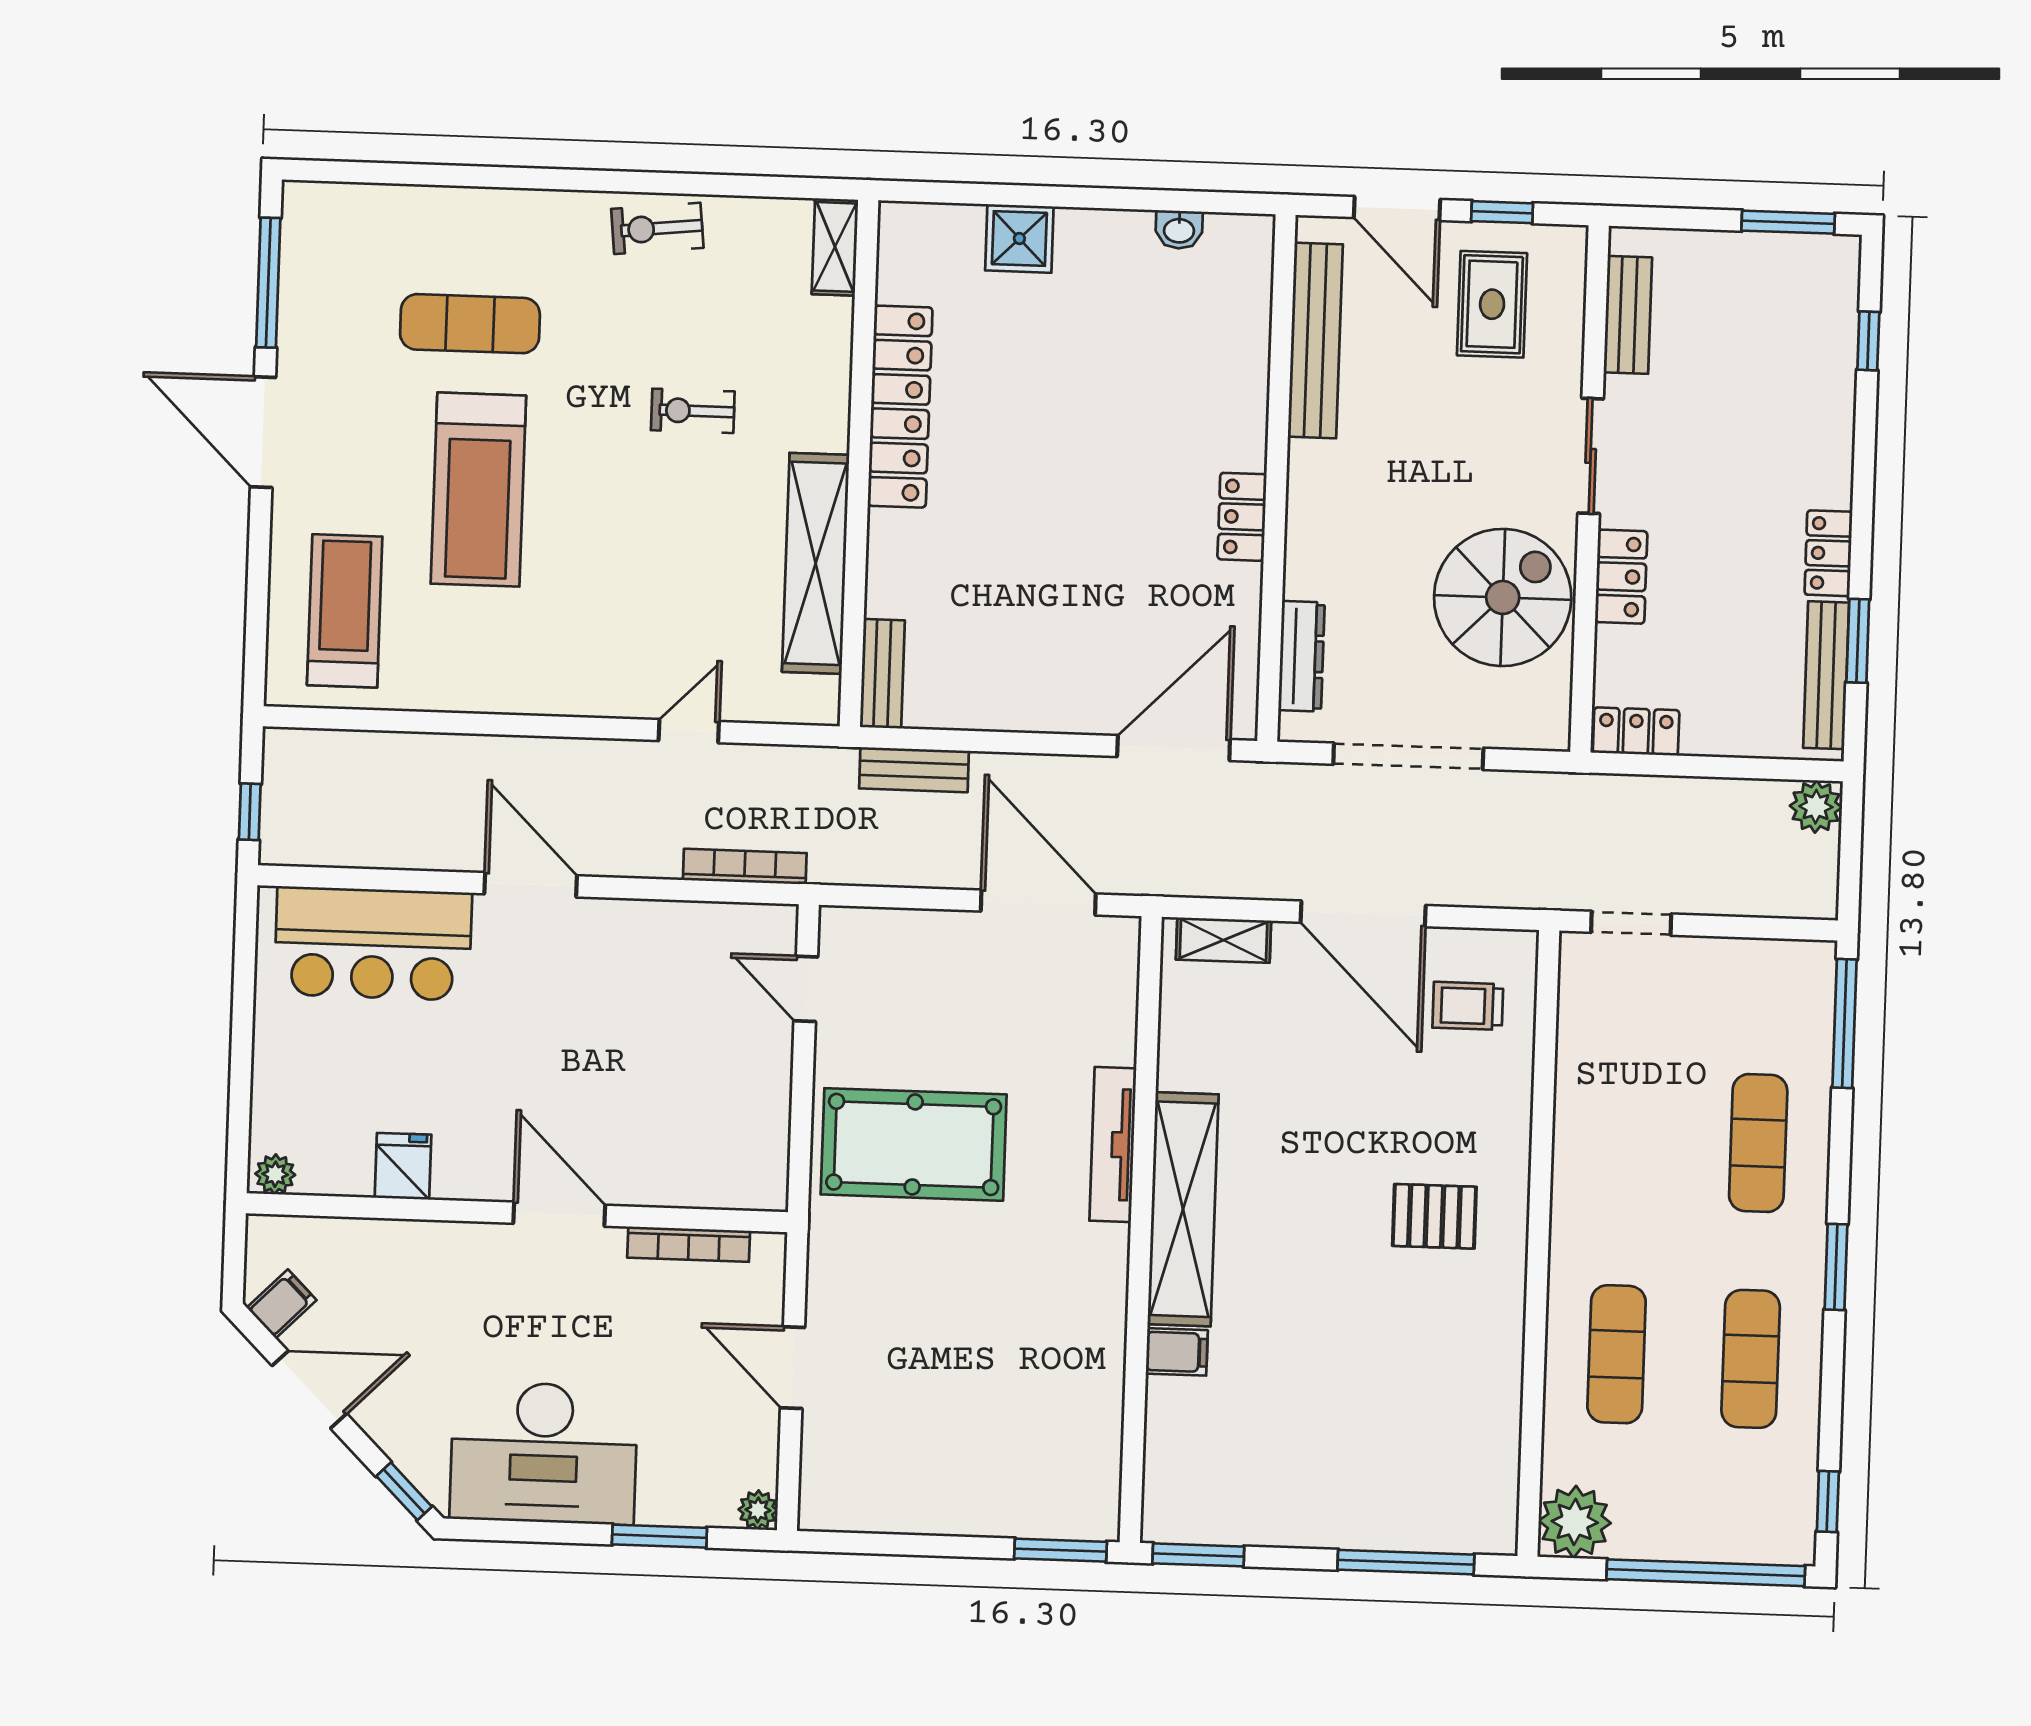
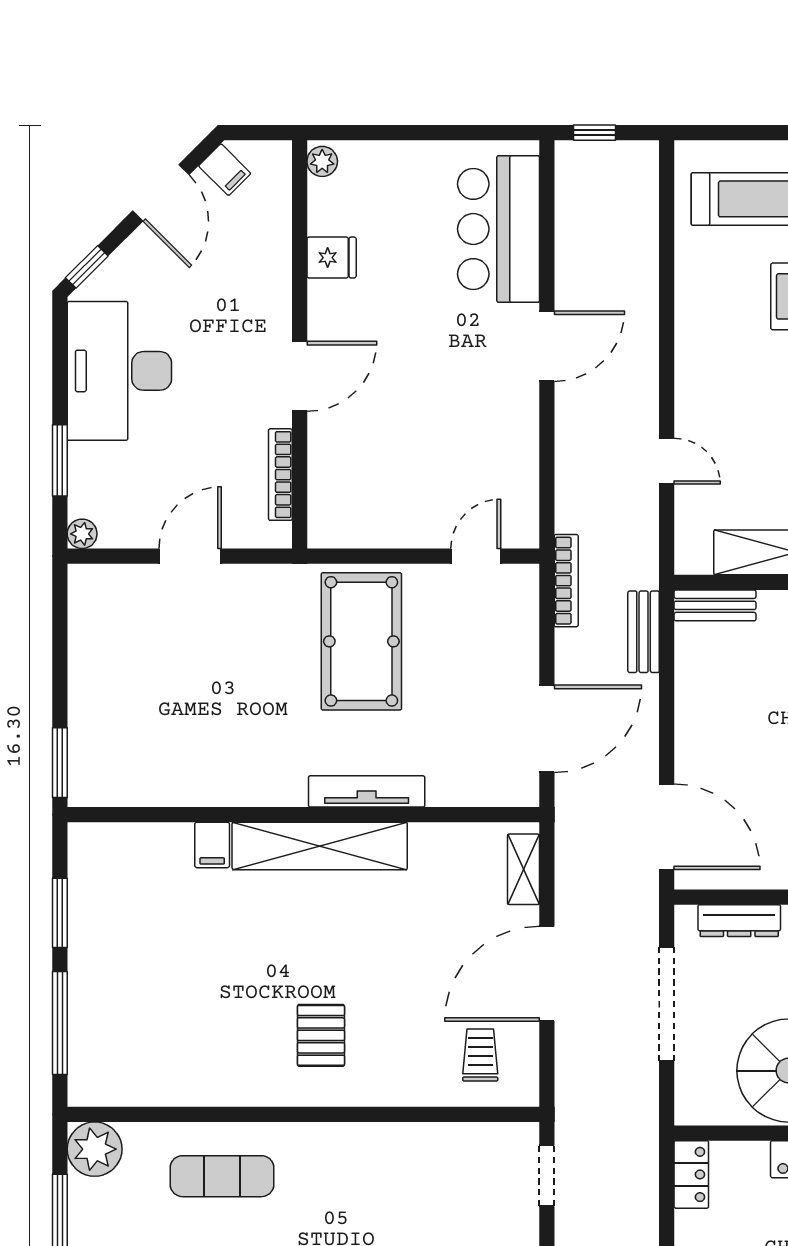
bookcase: (745, 867) -> (566, 581), moved
window: (1198, 1555) -> (60, 913), moved

